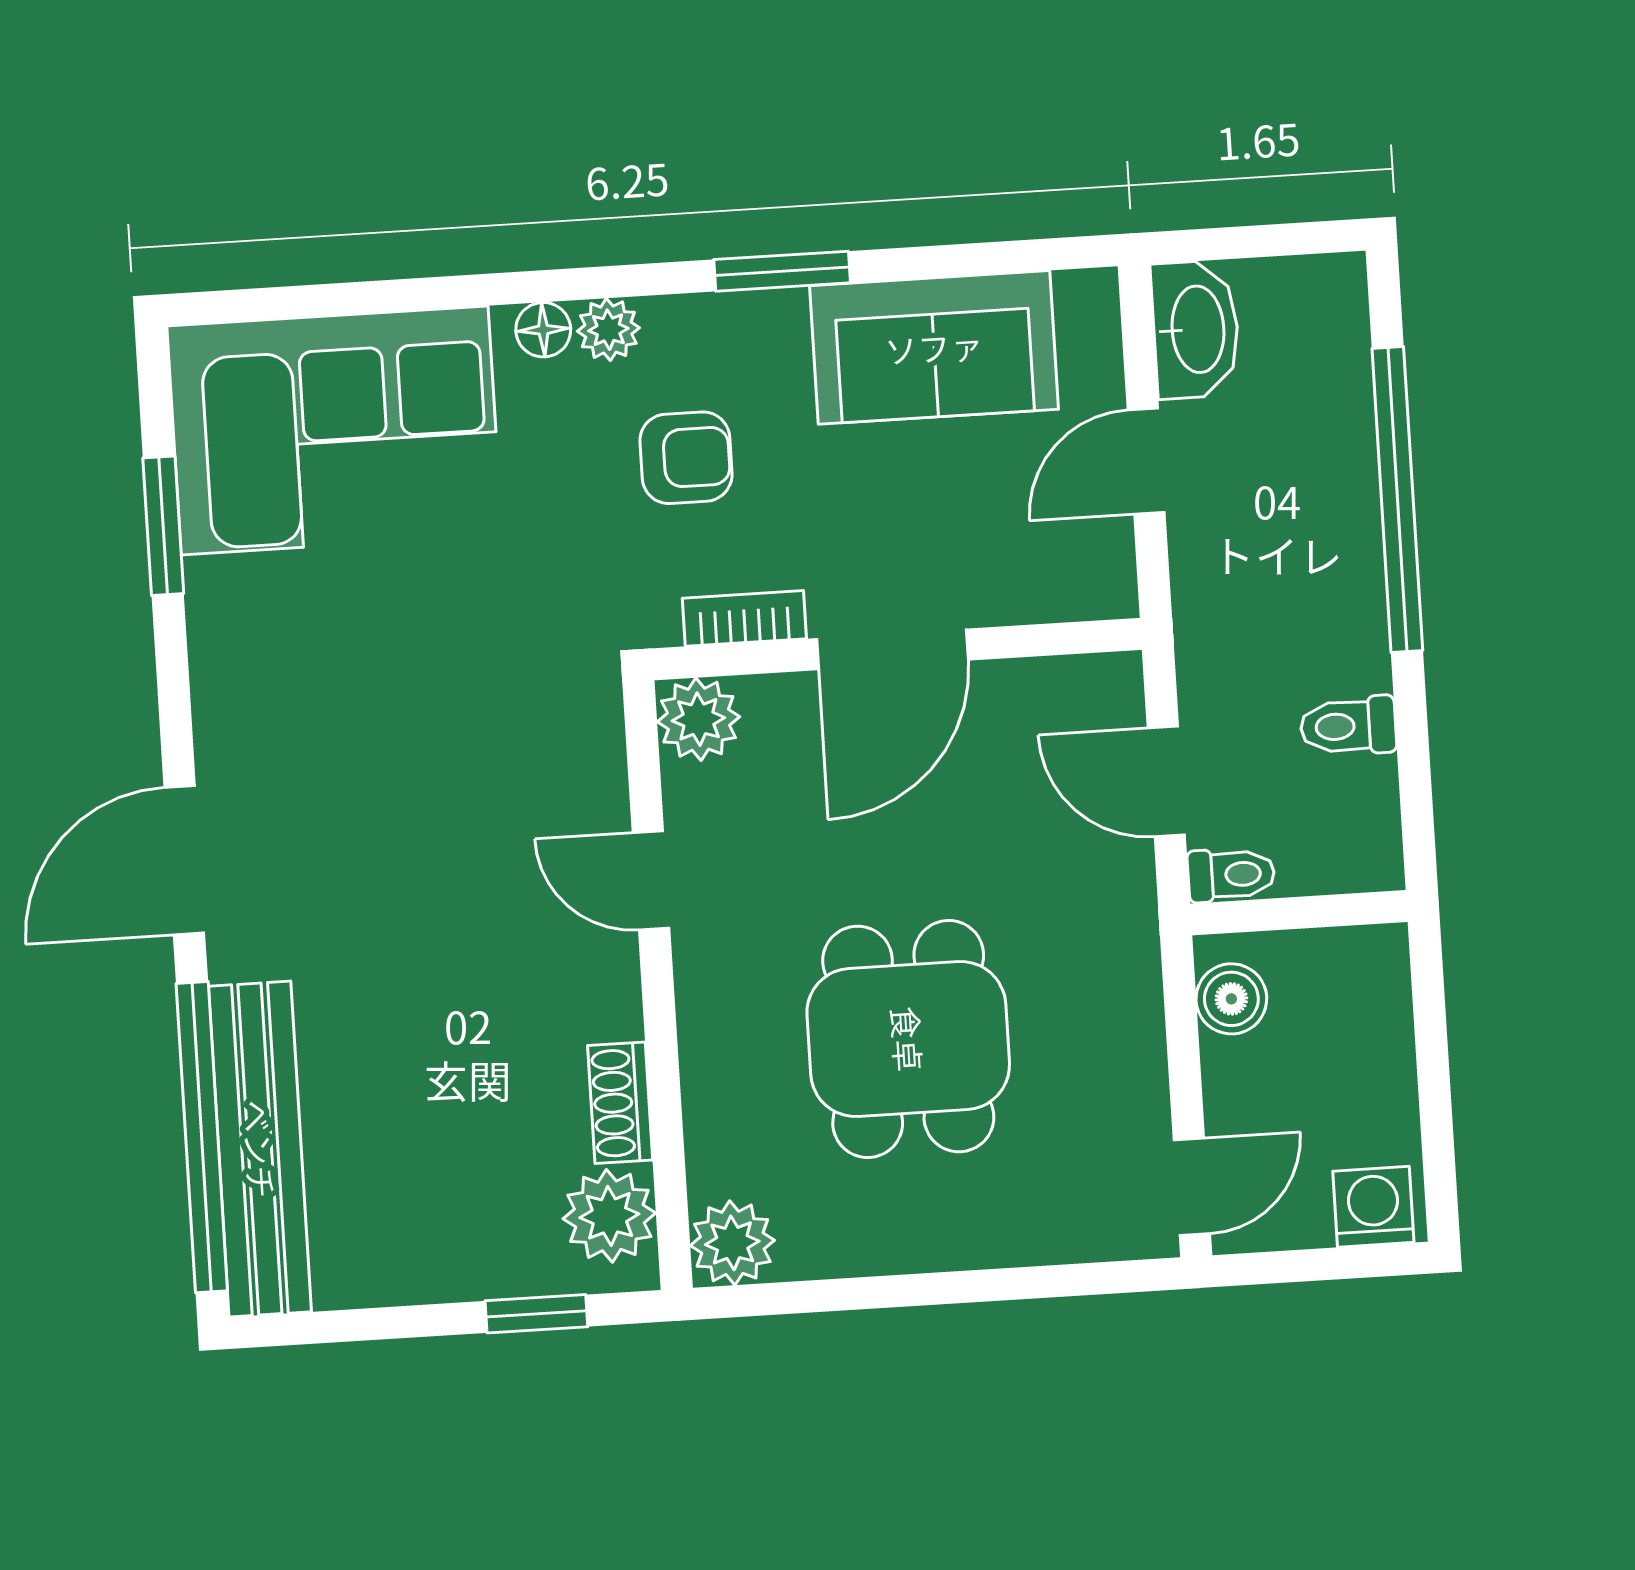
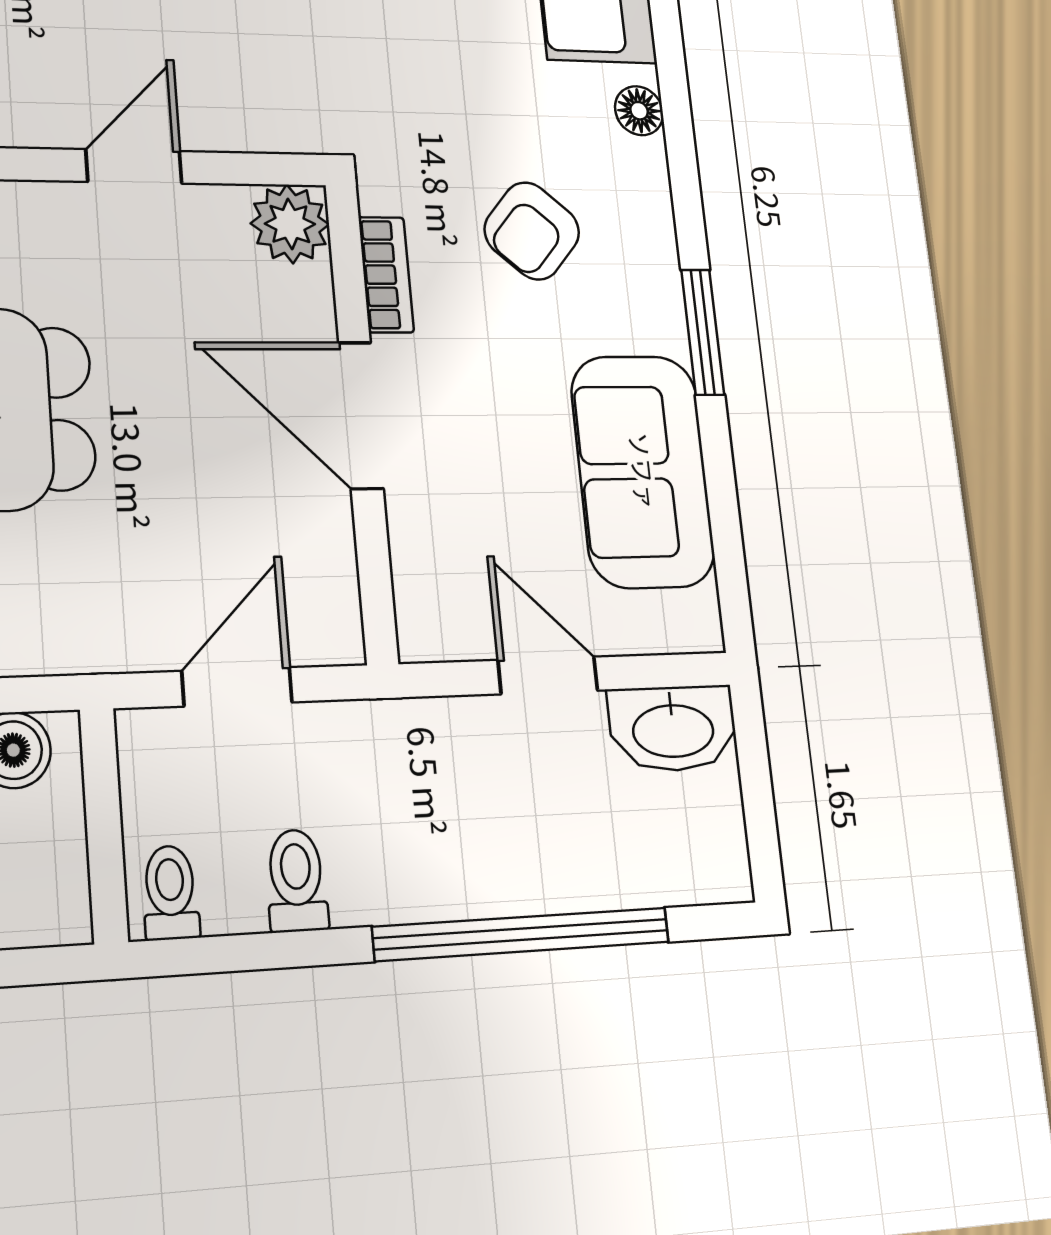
plant: (608, 330) -> (642, 169), removed
armchair: (686, 458) -> (532, 231), turned 41
toilet: (1231, 875) -> (170, 893), moved, turned 180

